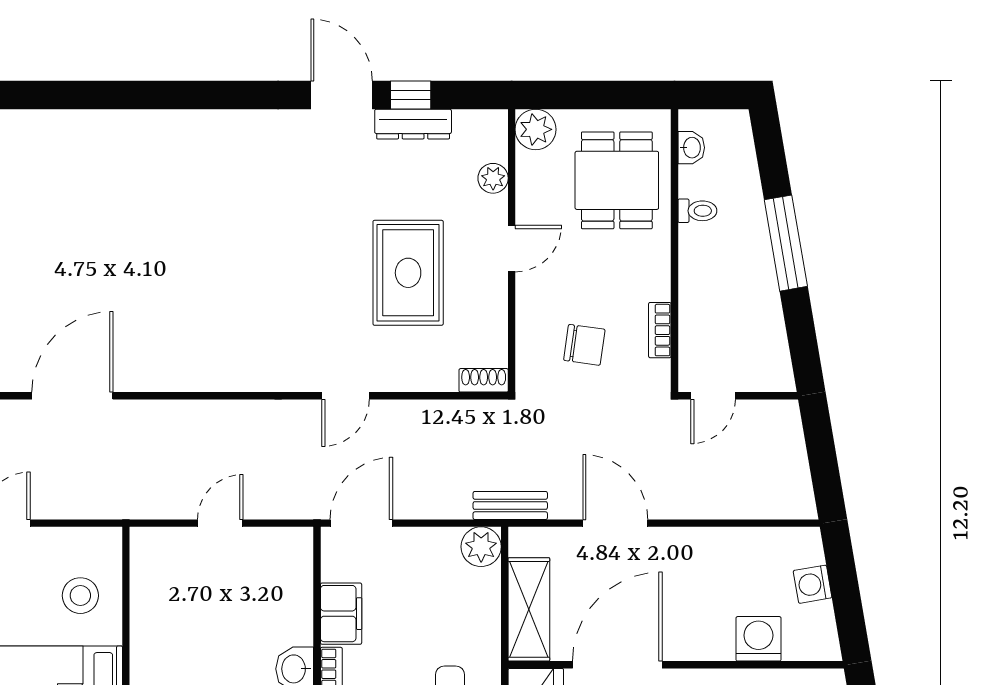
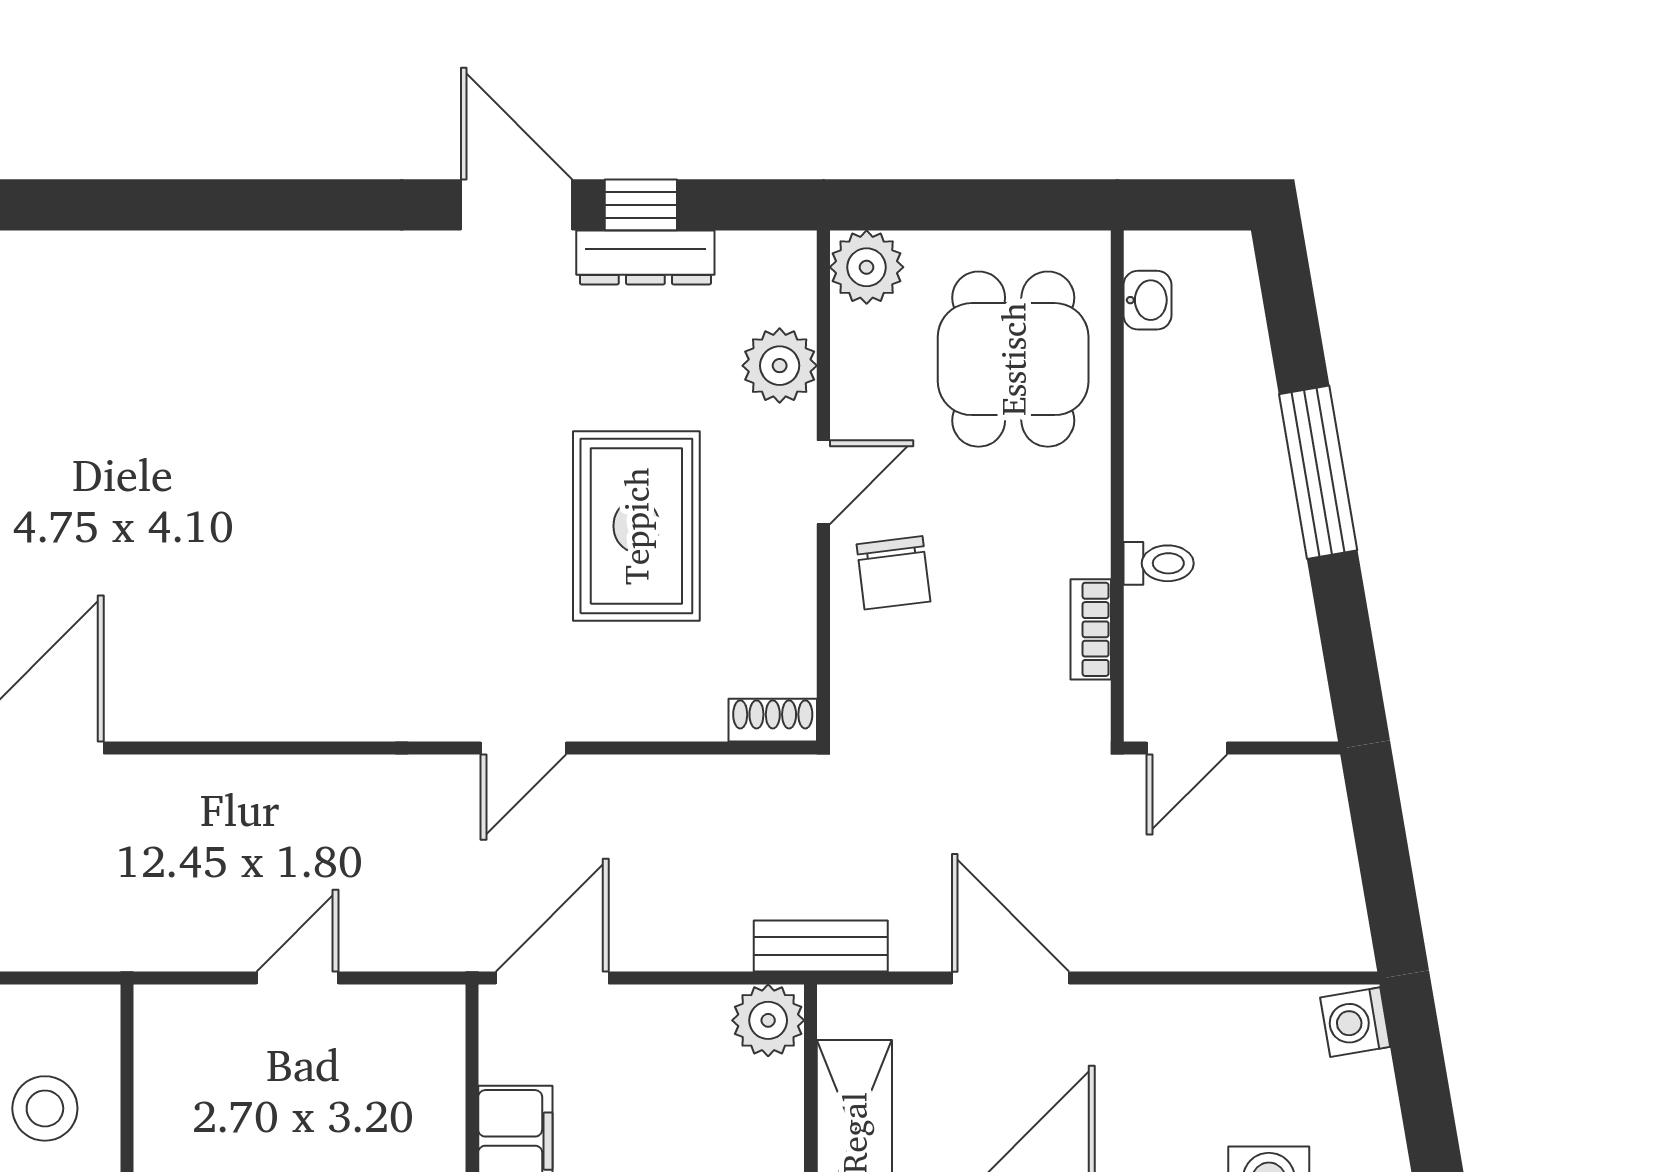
plant: (493, 178) -> (780, 366), width x1.38, depth x1.38
toilet: (697, 211) -> (1159, 563), moved
chair: (584, 345) -> (893, 573), moved, turned 75
washing machine: (813, 584) -> (1355, 1022), moved

